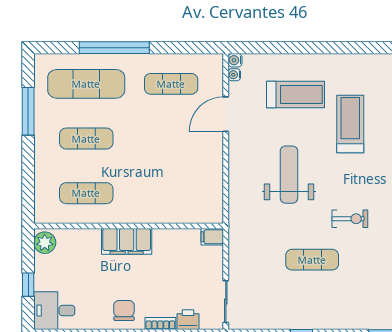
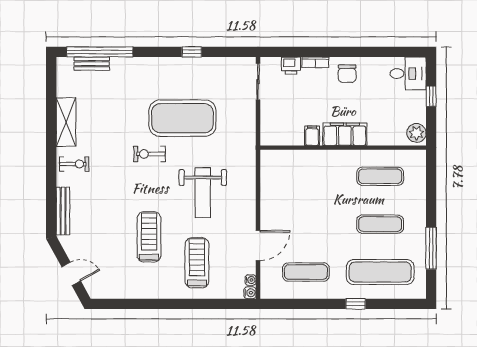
window: (114, 48) -> (356, 304), width x0.32
treadmill: (296, 94) -> (197, 263), turned 90
treadmill: (350, 124) -> (149, 237), turned 180
filing cabinet: (212, 237) -> (312, 136), moved, turned -90
exercise mat: (312, 260) -> (182, 118), width x2.00, depth x1.45

